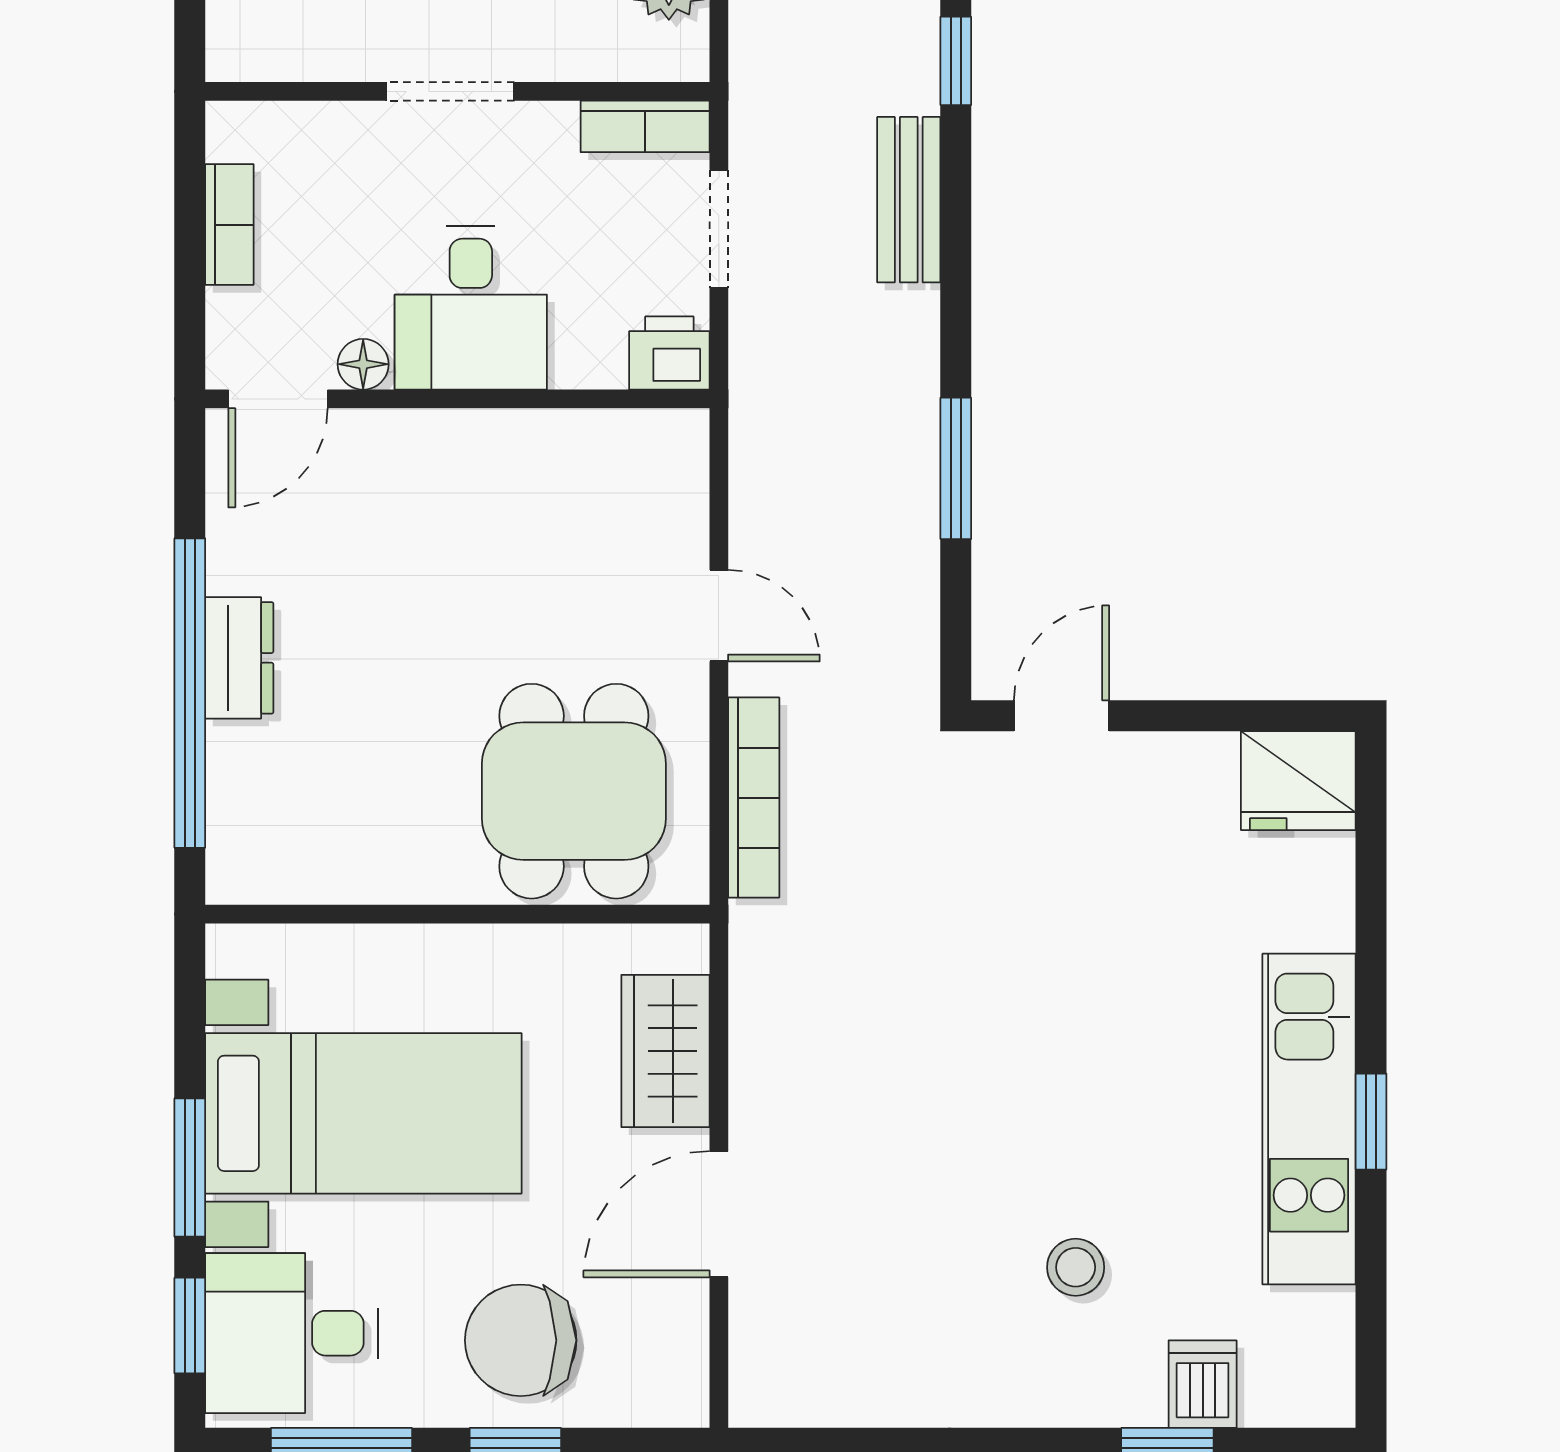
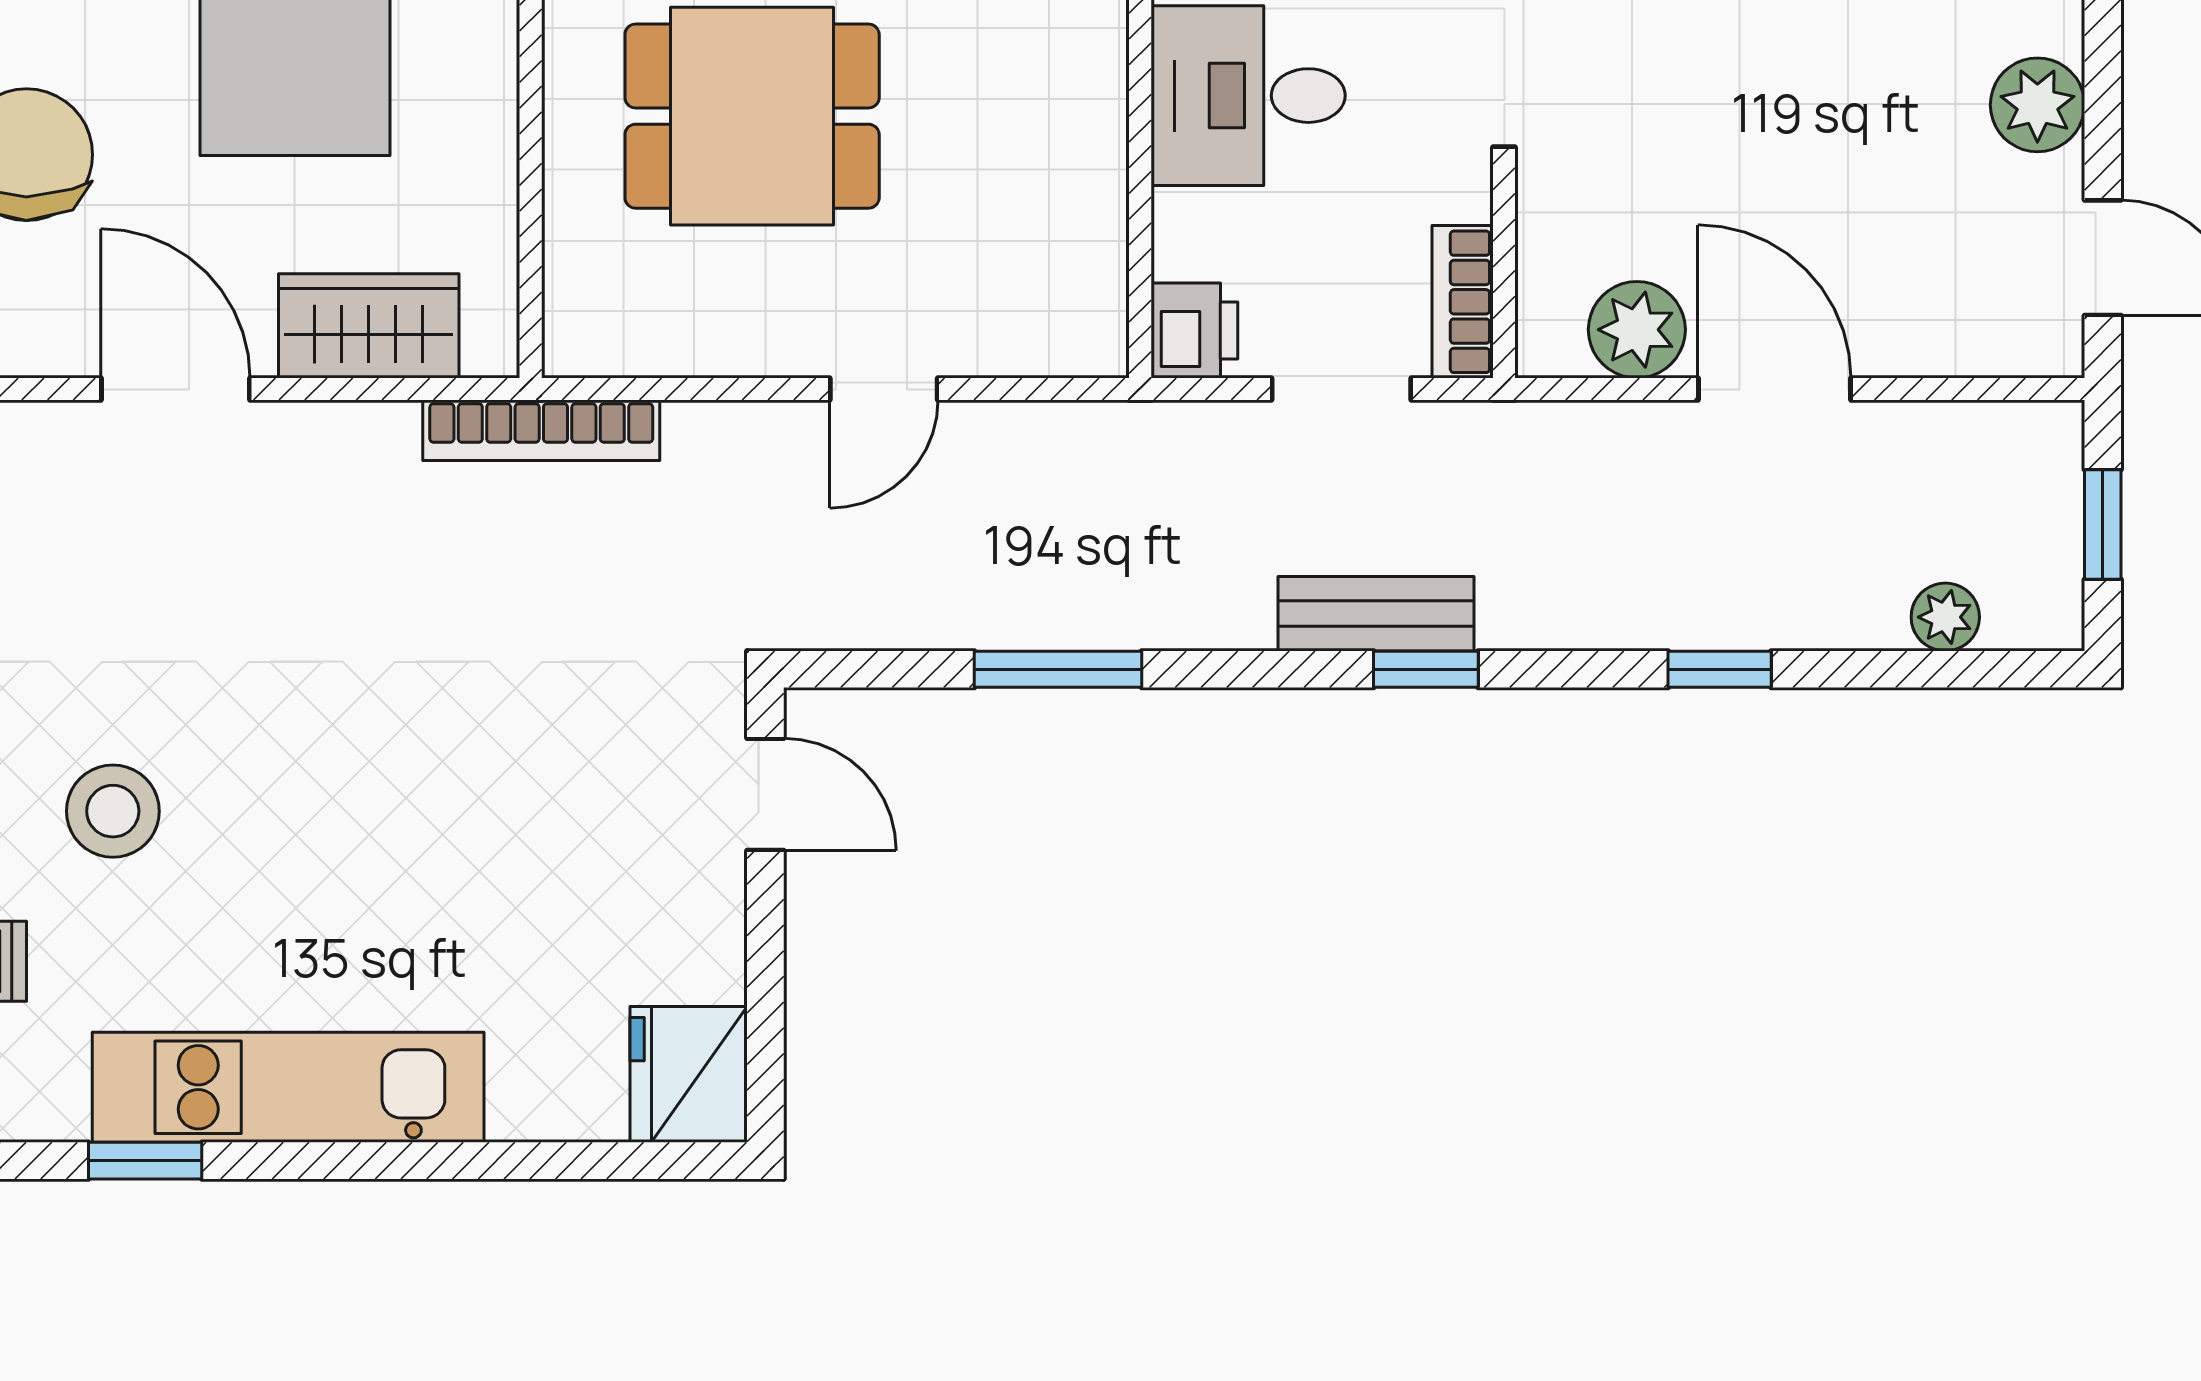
window: (956, 61) -> (1426, 669), moved
dining table: (574, 791) -> (752, 116), moved
bookcase: (754, 798) -> (541, 430), moved
window: (1371, 1122) -> (145, 1161), moved
stool: (1076, 1267) -> (113, 811), width x1.37, depth x1.37

